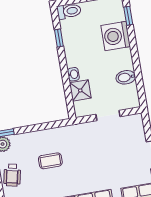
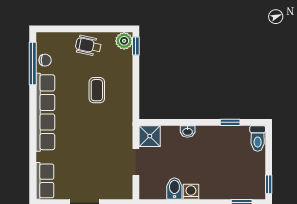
washing machine: (116, 36) -> (191, 192), moved, width x0.53, depth x0.53
shower: (80, 90) -> (150, 136), moved

